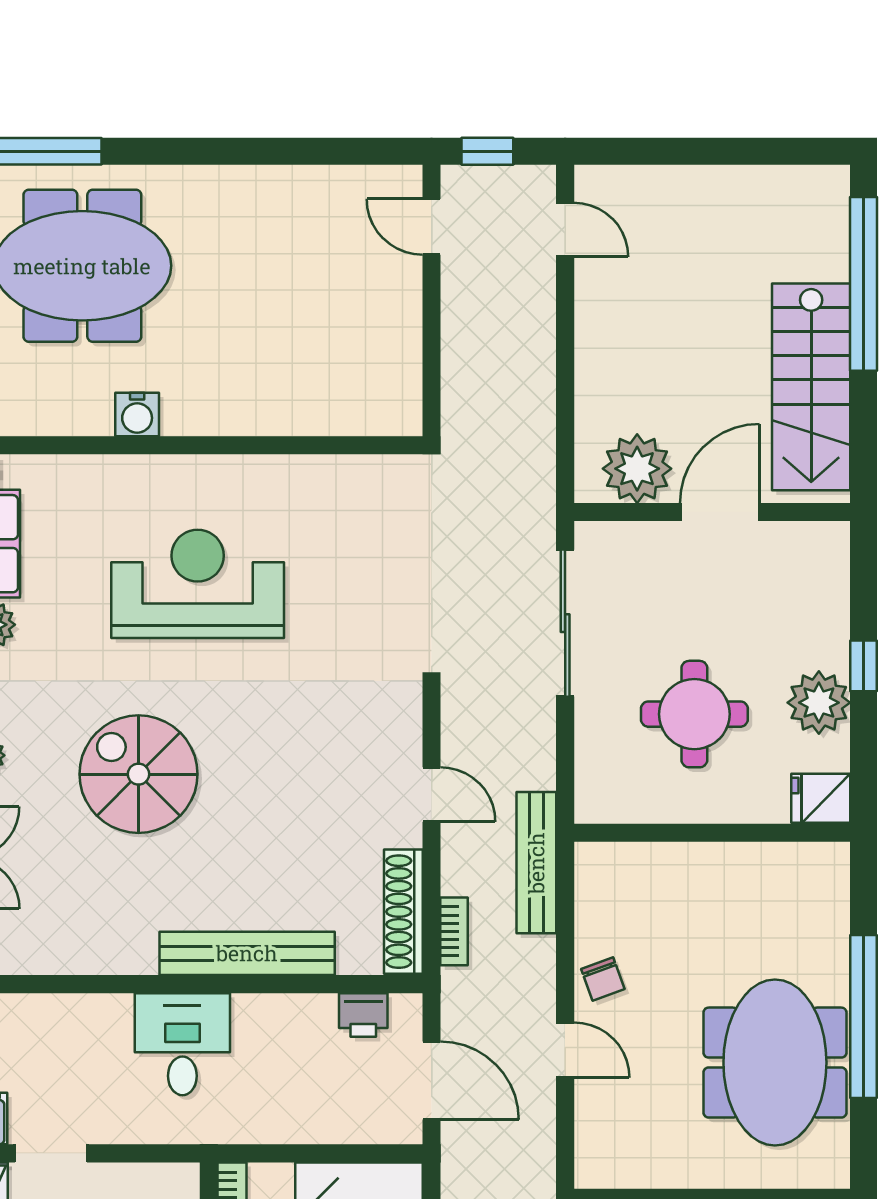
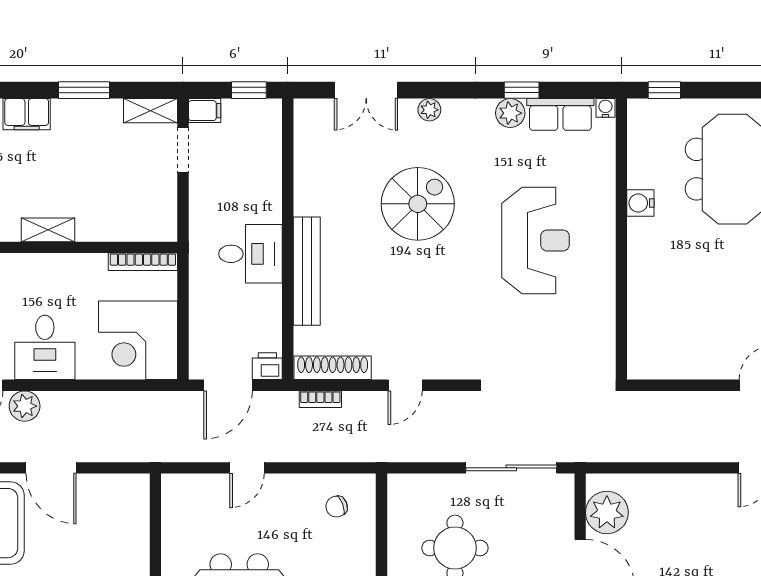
bench: (536, 863) -> (363, 450), removed
chair: (603, 979) -> (337, 507), moved
printer: (363, 1015) -> (267, 366), moved, turned 90
desk: (182, 1044) -> (251, 254), moved

